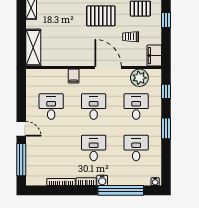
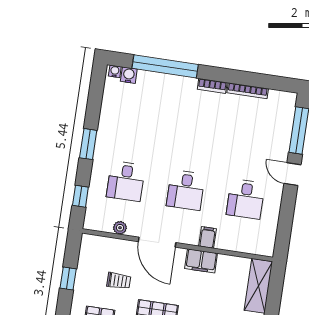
window: (166, 20) -> (68, 278), moved
filing cabinet: (154, 56) -> (201, 261), moved, turned 90
plant: (139, 78) -> (120, 228), width x0.53, depth x0.53
desk: (94, 148) -> (194, 132), removed
desk: (136, 148) -> (135, 123), removed
water cooler: (102, 180) -> (129, 75), moved

